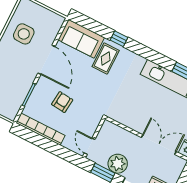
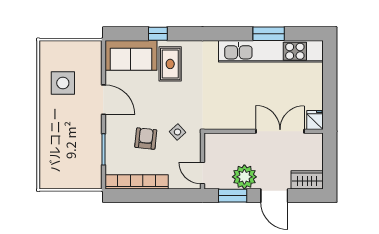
window: (119, 39) -> (158, 34), moved
door: (46, 60) -> (103, 100), width x0.73
side table: (87, 109) -> (177, 132), added

